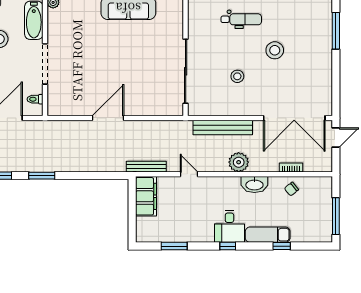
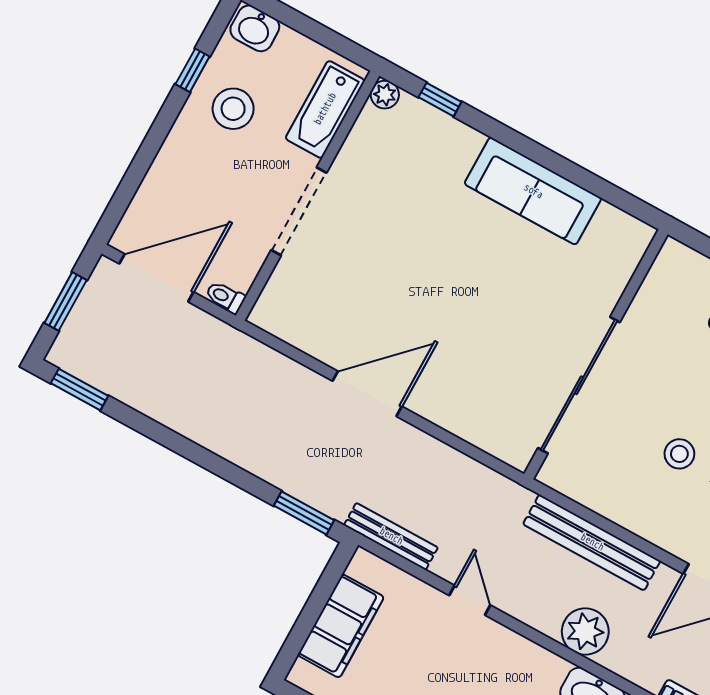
toilet: (35, 99) -> (225, 297), moved
window: (42, 176) -> (304, 513), moved
filing cabinet: (146, 196) -> (341, 626), moved

